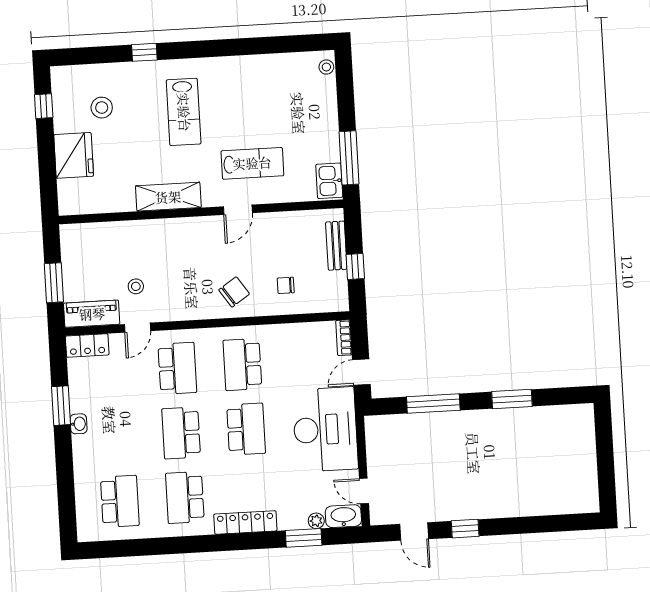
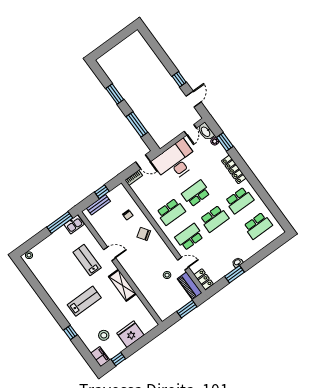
filing cabinet: (68, 77) -> (100, 357), added
school desk: (120, 501) -> (258, 226), turned 180

